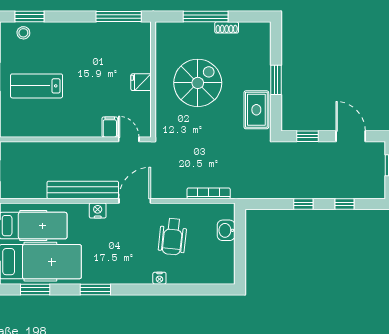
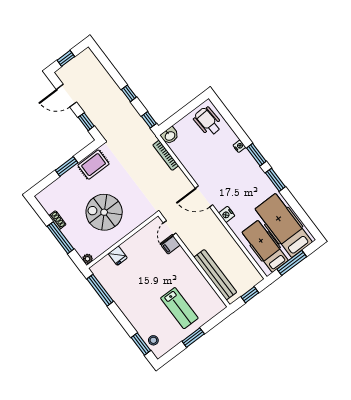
plant: (162, 28) -> (88, 259), added
fridge: (141, 82) -> (118, 256), moved
door: (351, 136) -> (67, 96), hinge flipped
bench: (83, 190) -> (215, 275), moved
window: (344, 204) -> (149, 120), moved
washbasin: (226, 230) -> (170, 136), moved
wheelchair: (173, 237) -> (208, 121), moved, turned -99
window: (35, 289) -> (256, 155), moved

